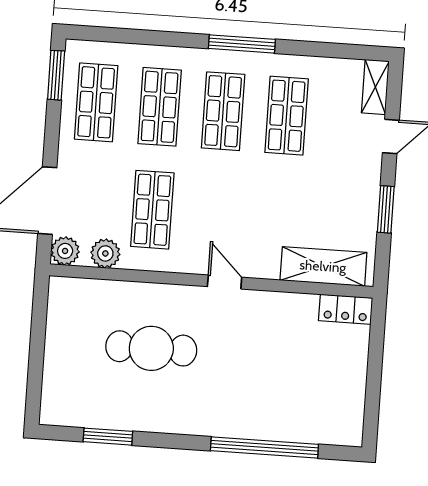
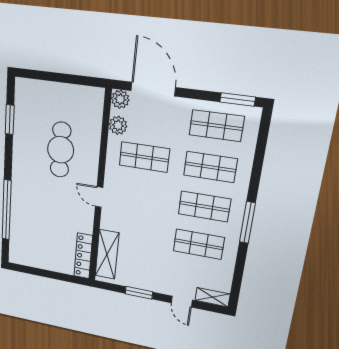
door: (225, 282) -> (99, 197), swing flipped
locker: (346, 309) -> (83, 256), width x1.53

